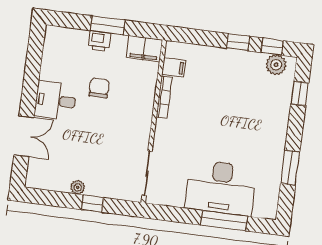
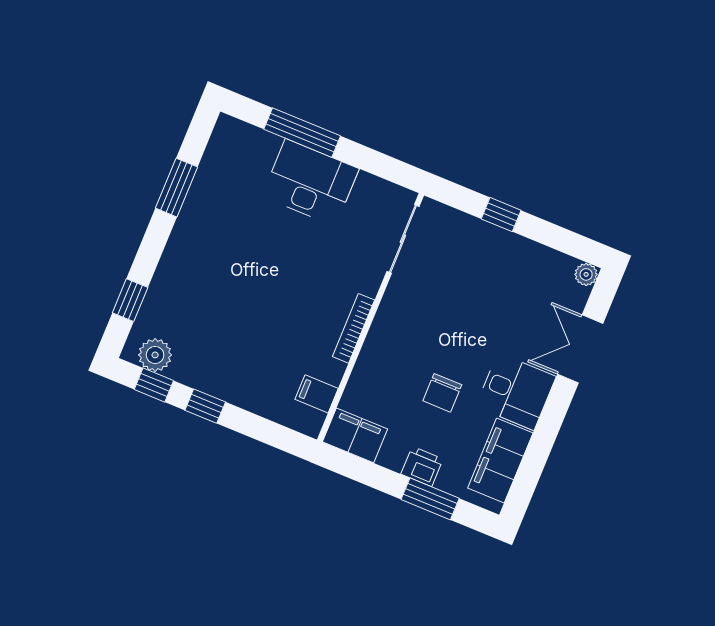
window: (108, 25) -> (430, 499), moved
filing cabinet: (54, 57) -> (500, 461), added
bookcase: (164, 97) -> (353, 328), moved
plant: (78, 187) -> (586, 274), moved
desk: (221, 188) -> (310, 182), width x0.73, depth x0.77

